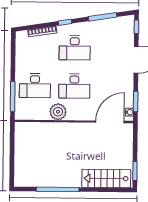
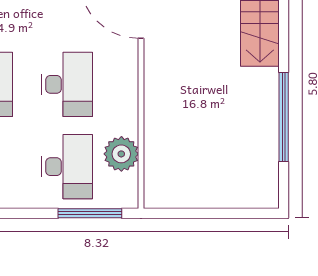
plant: (58, 112) -> (121, 154), moved

